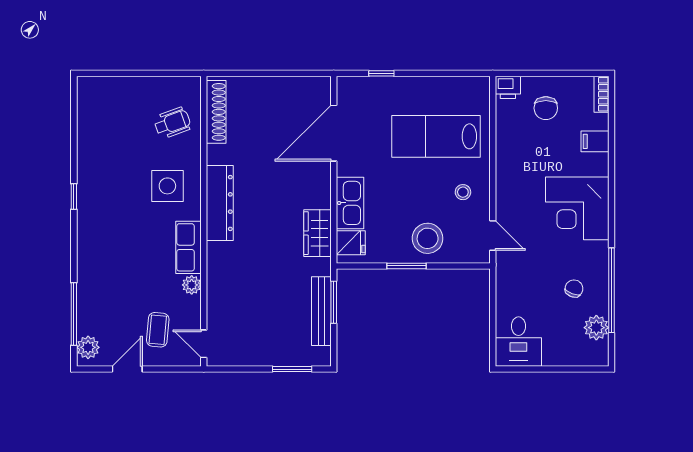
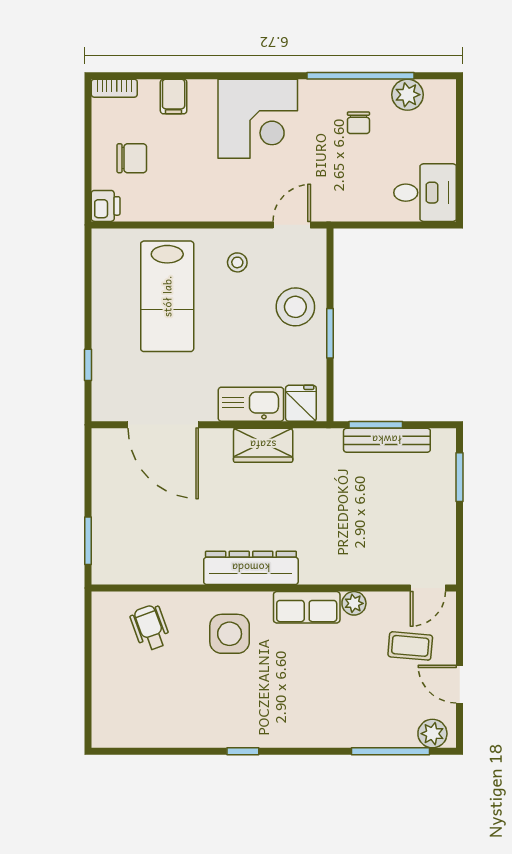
window: (241, 73) -> (88, 541), added
shoe rack: (216, 112) -> (136, 572), removed
wardrobe: (317, 233) -> (263, 445), moved
chair: (574, 289) -> (358, 123), turned -111

